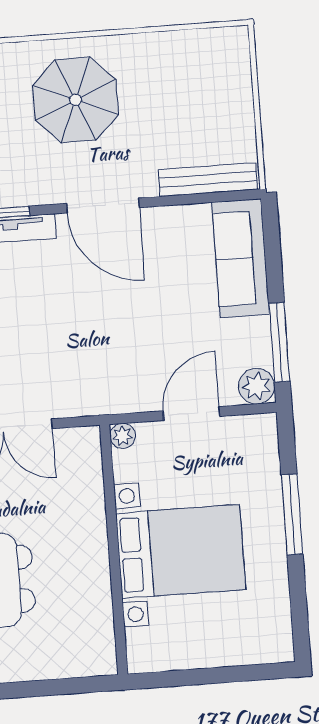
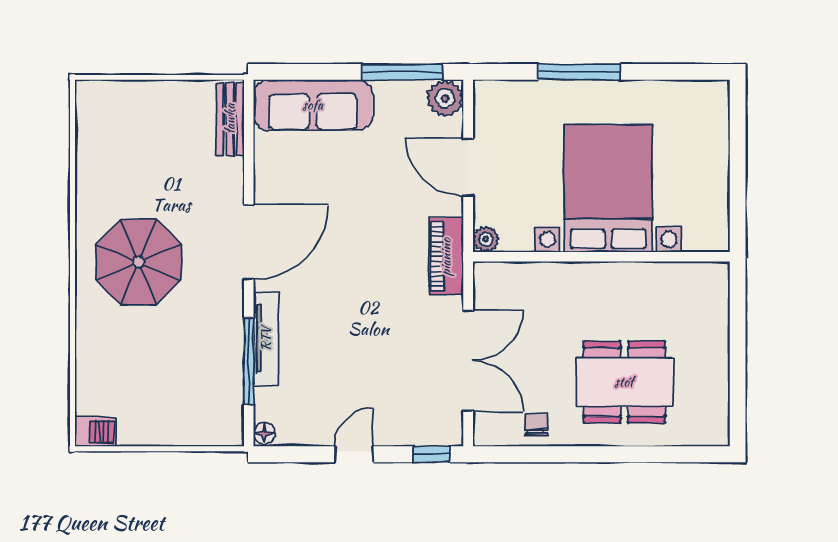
bench: (208, 179) -> (230, 119), width x0.73
piano: (103, 399) -> (446, 257), added

